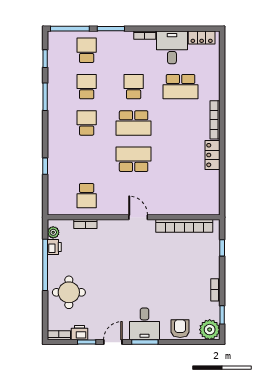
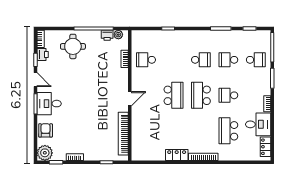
school desk: (87, 87) -> (228, 60), turned 180
school desk: (134, 87) -> (228, 95), turned 180
armchair: (180, 329) -> (46, 130), turned -90

